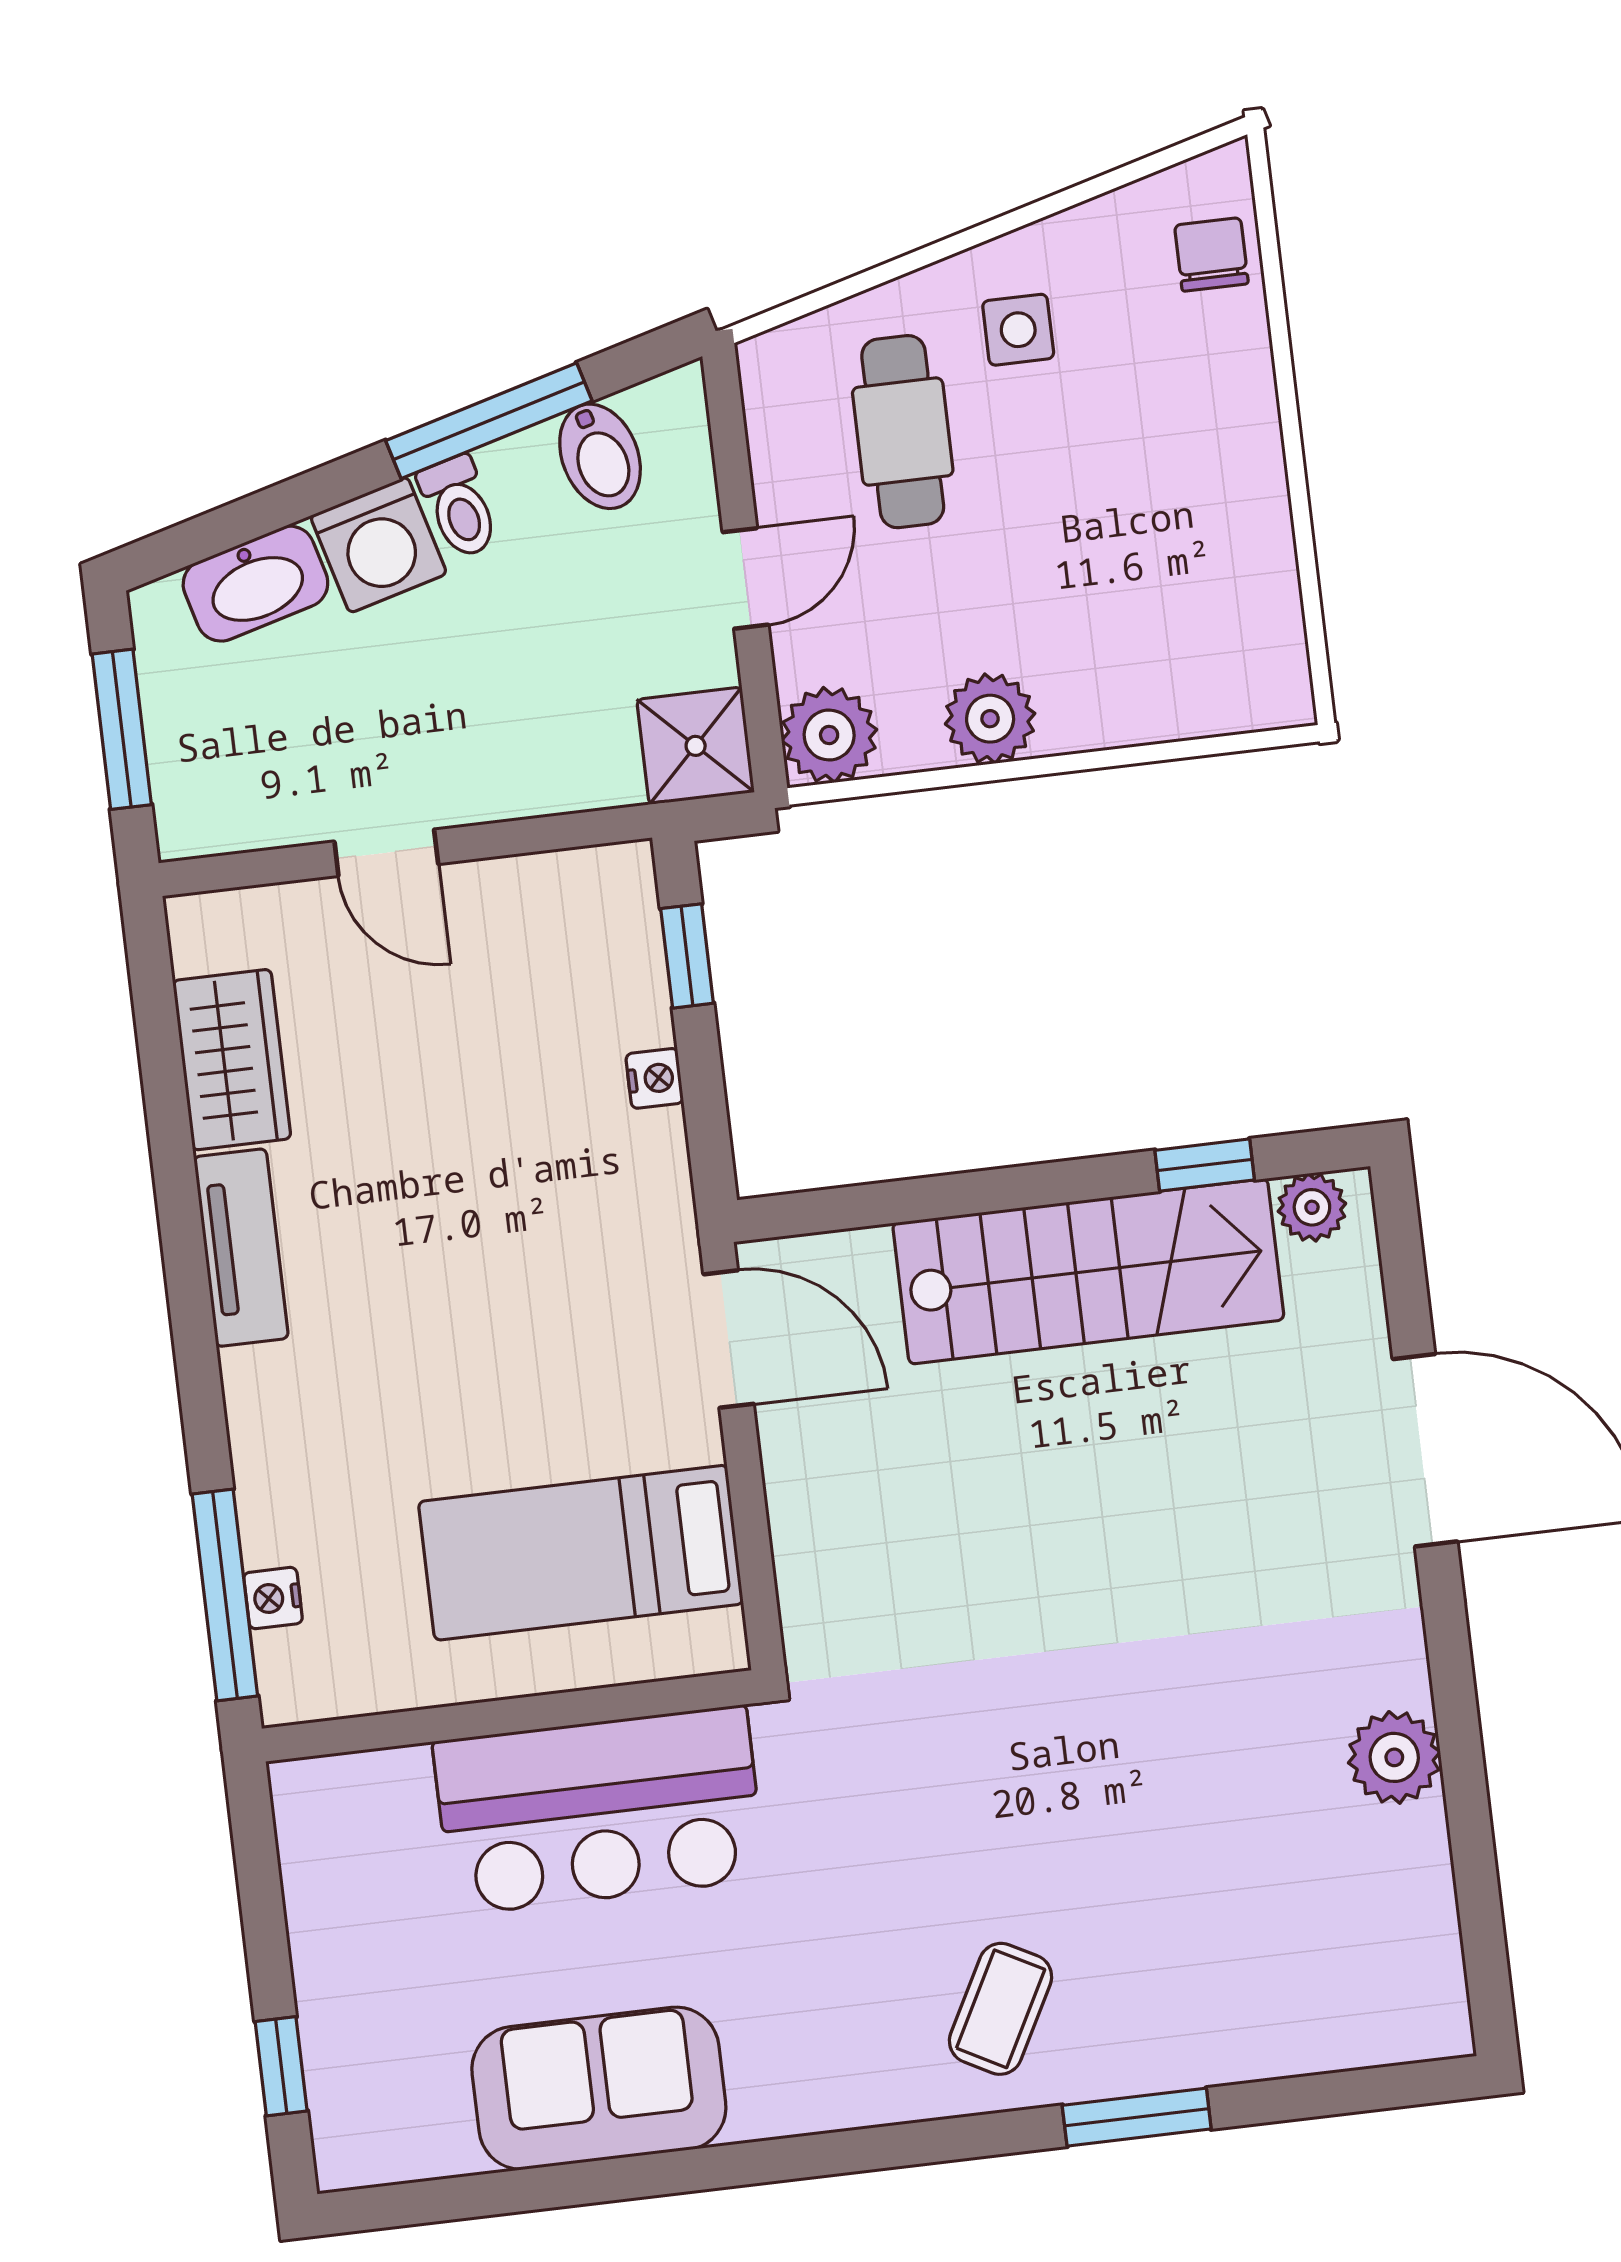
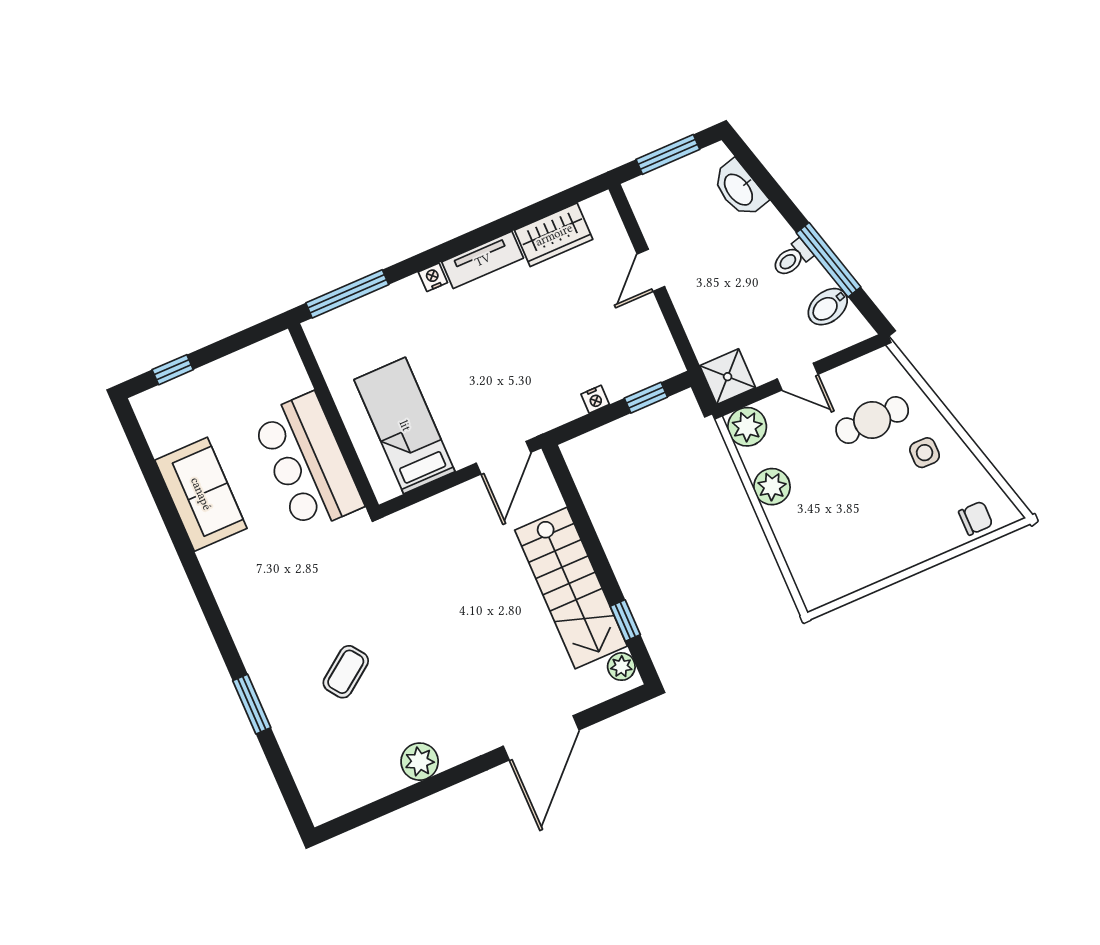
washing machine: (378, 545) -> (768, 232), removed
nightstand: (273, 1598) -> (433, 277), moved
coffee table: (1001, 2009) -> (346, 672), moved, turned -64

